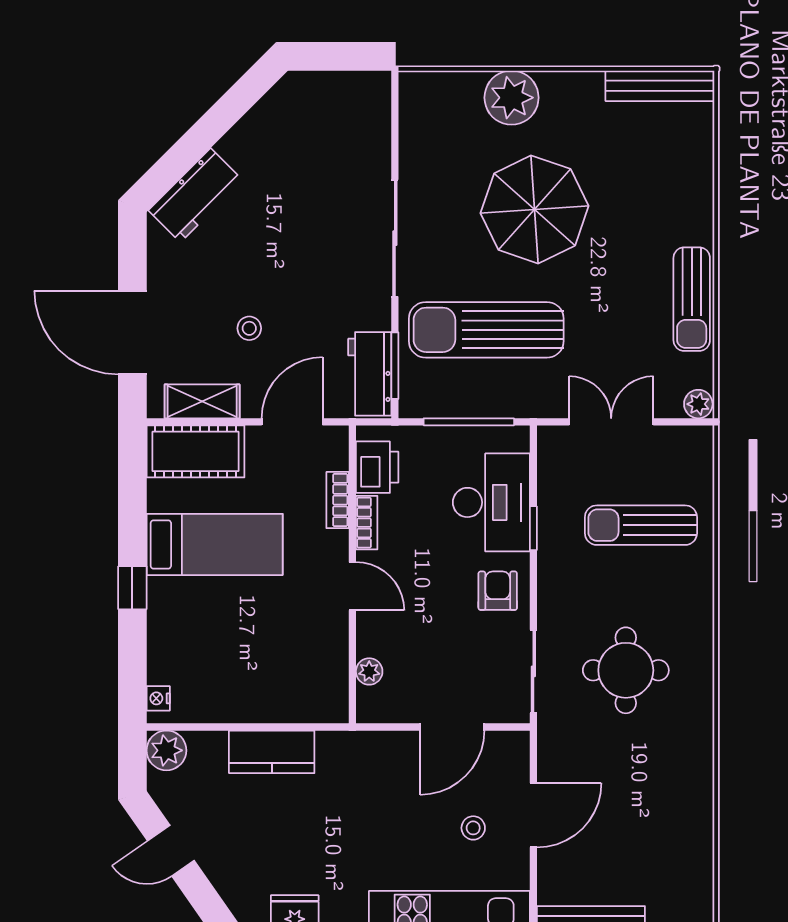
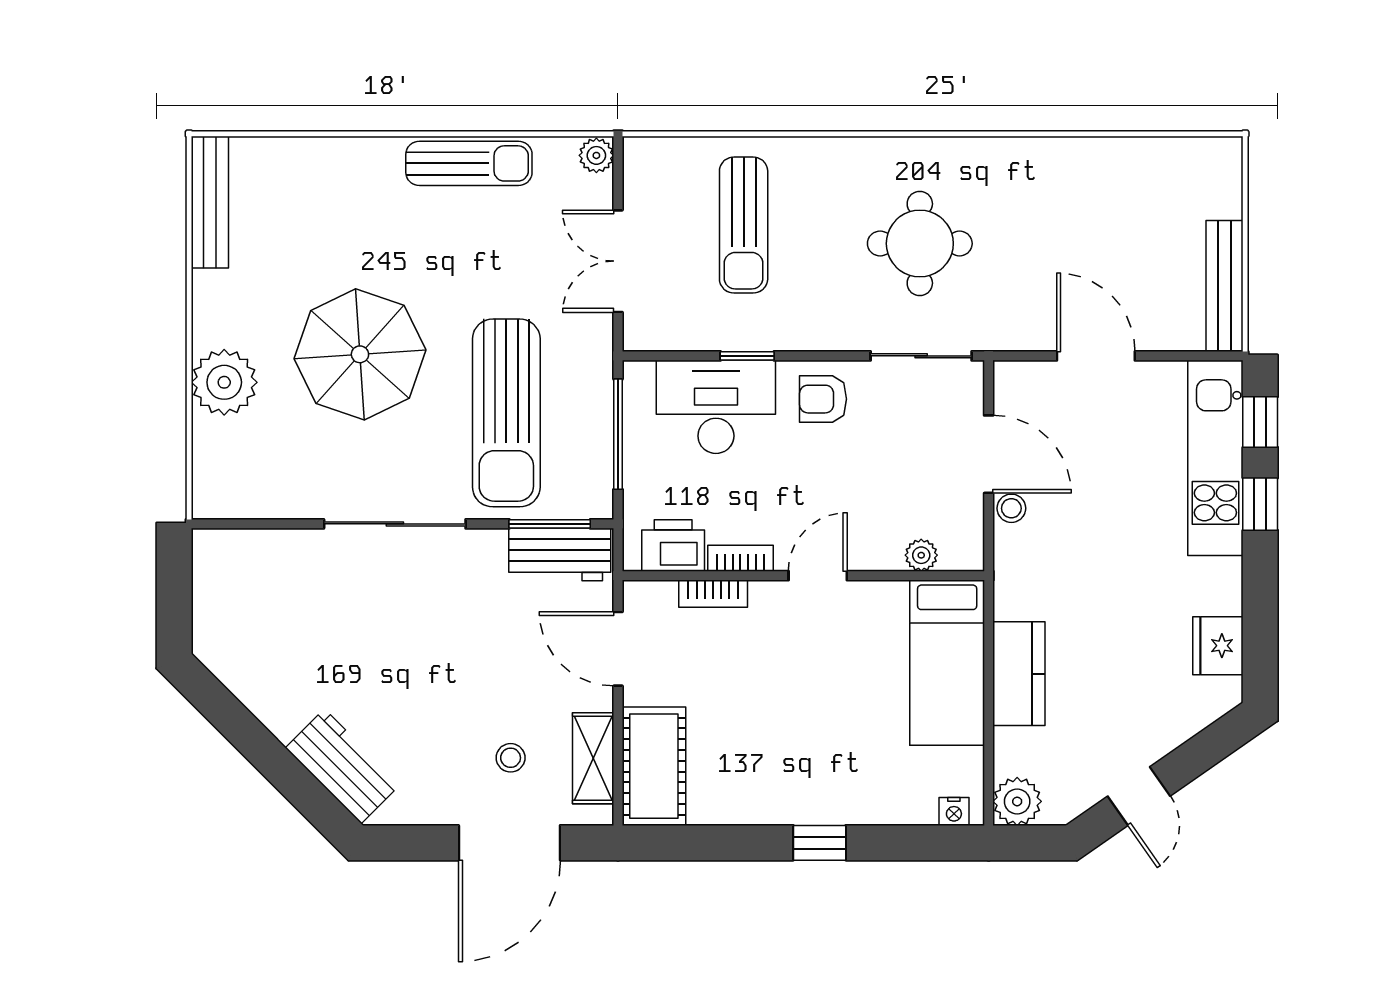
stool: (249, 328) -> (511, 758), moved
bed: (215, 544) -> (947, 663), moved, turned 180
stool: (473, 828) -> (1011, 508), moved

